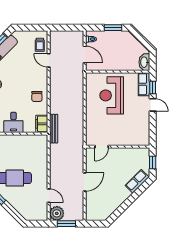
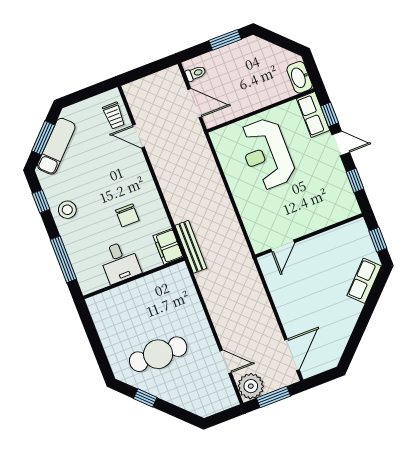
chair: (37, 96) -> (127, 215), moved
window: (153, 127) -> (355, 180), added
door: (85, 182) -> (292, 355), moved

